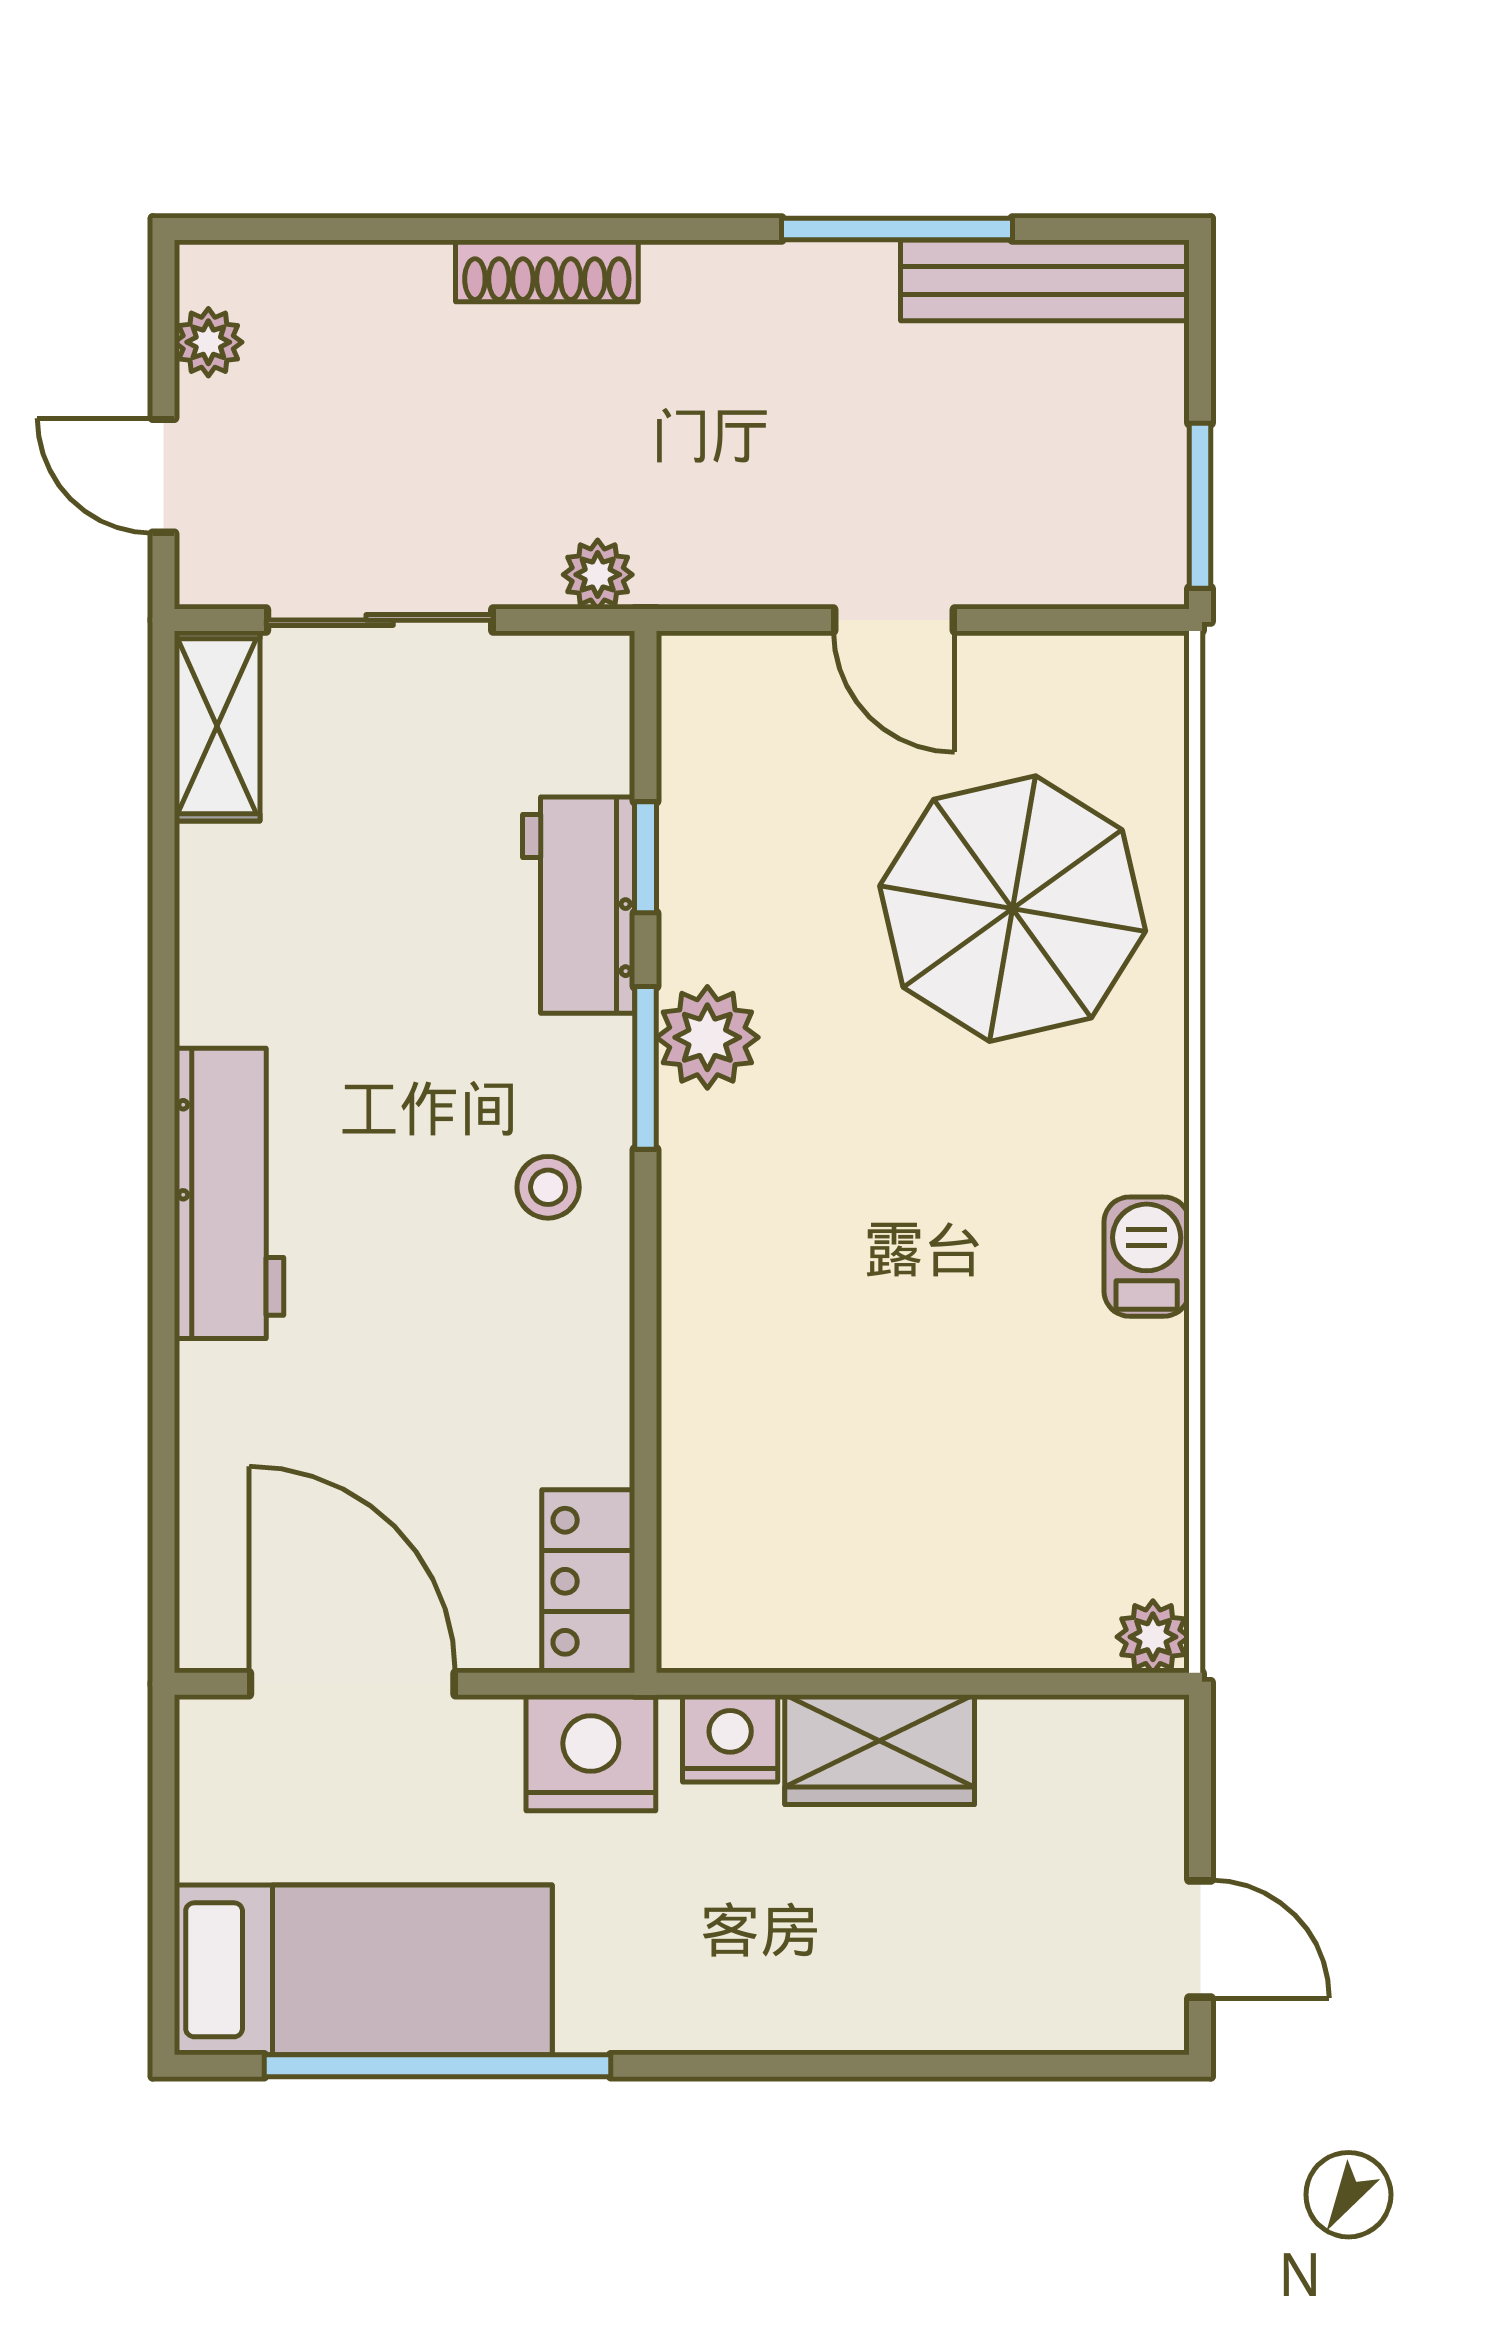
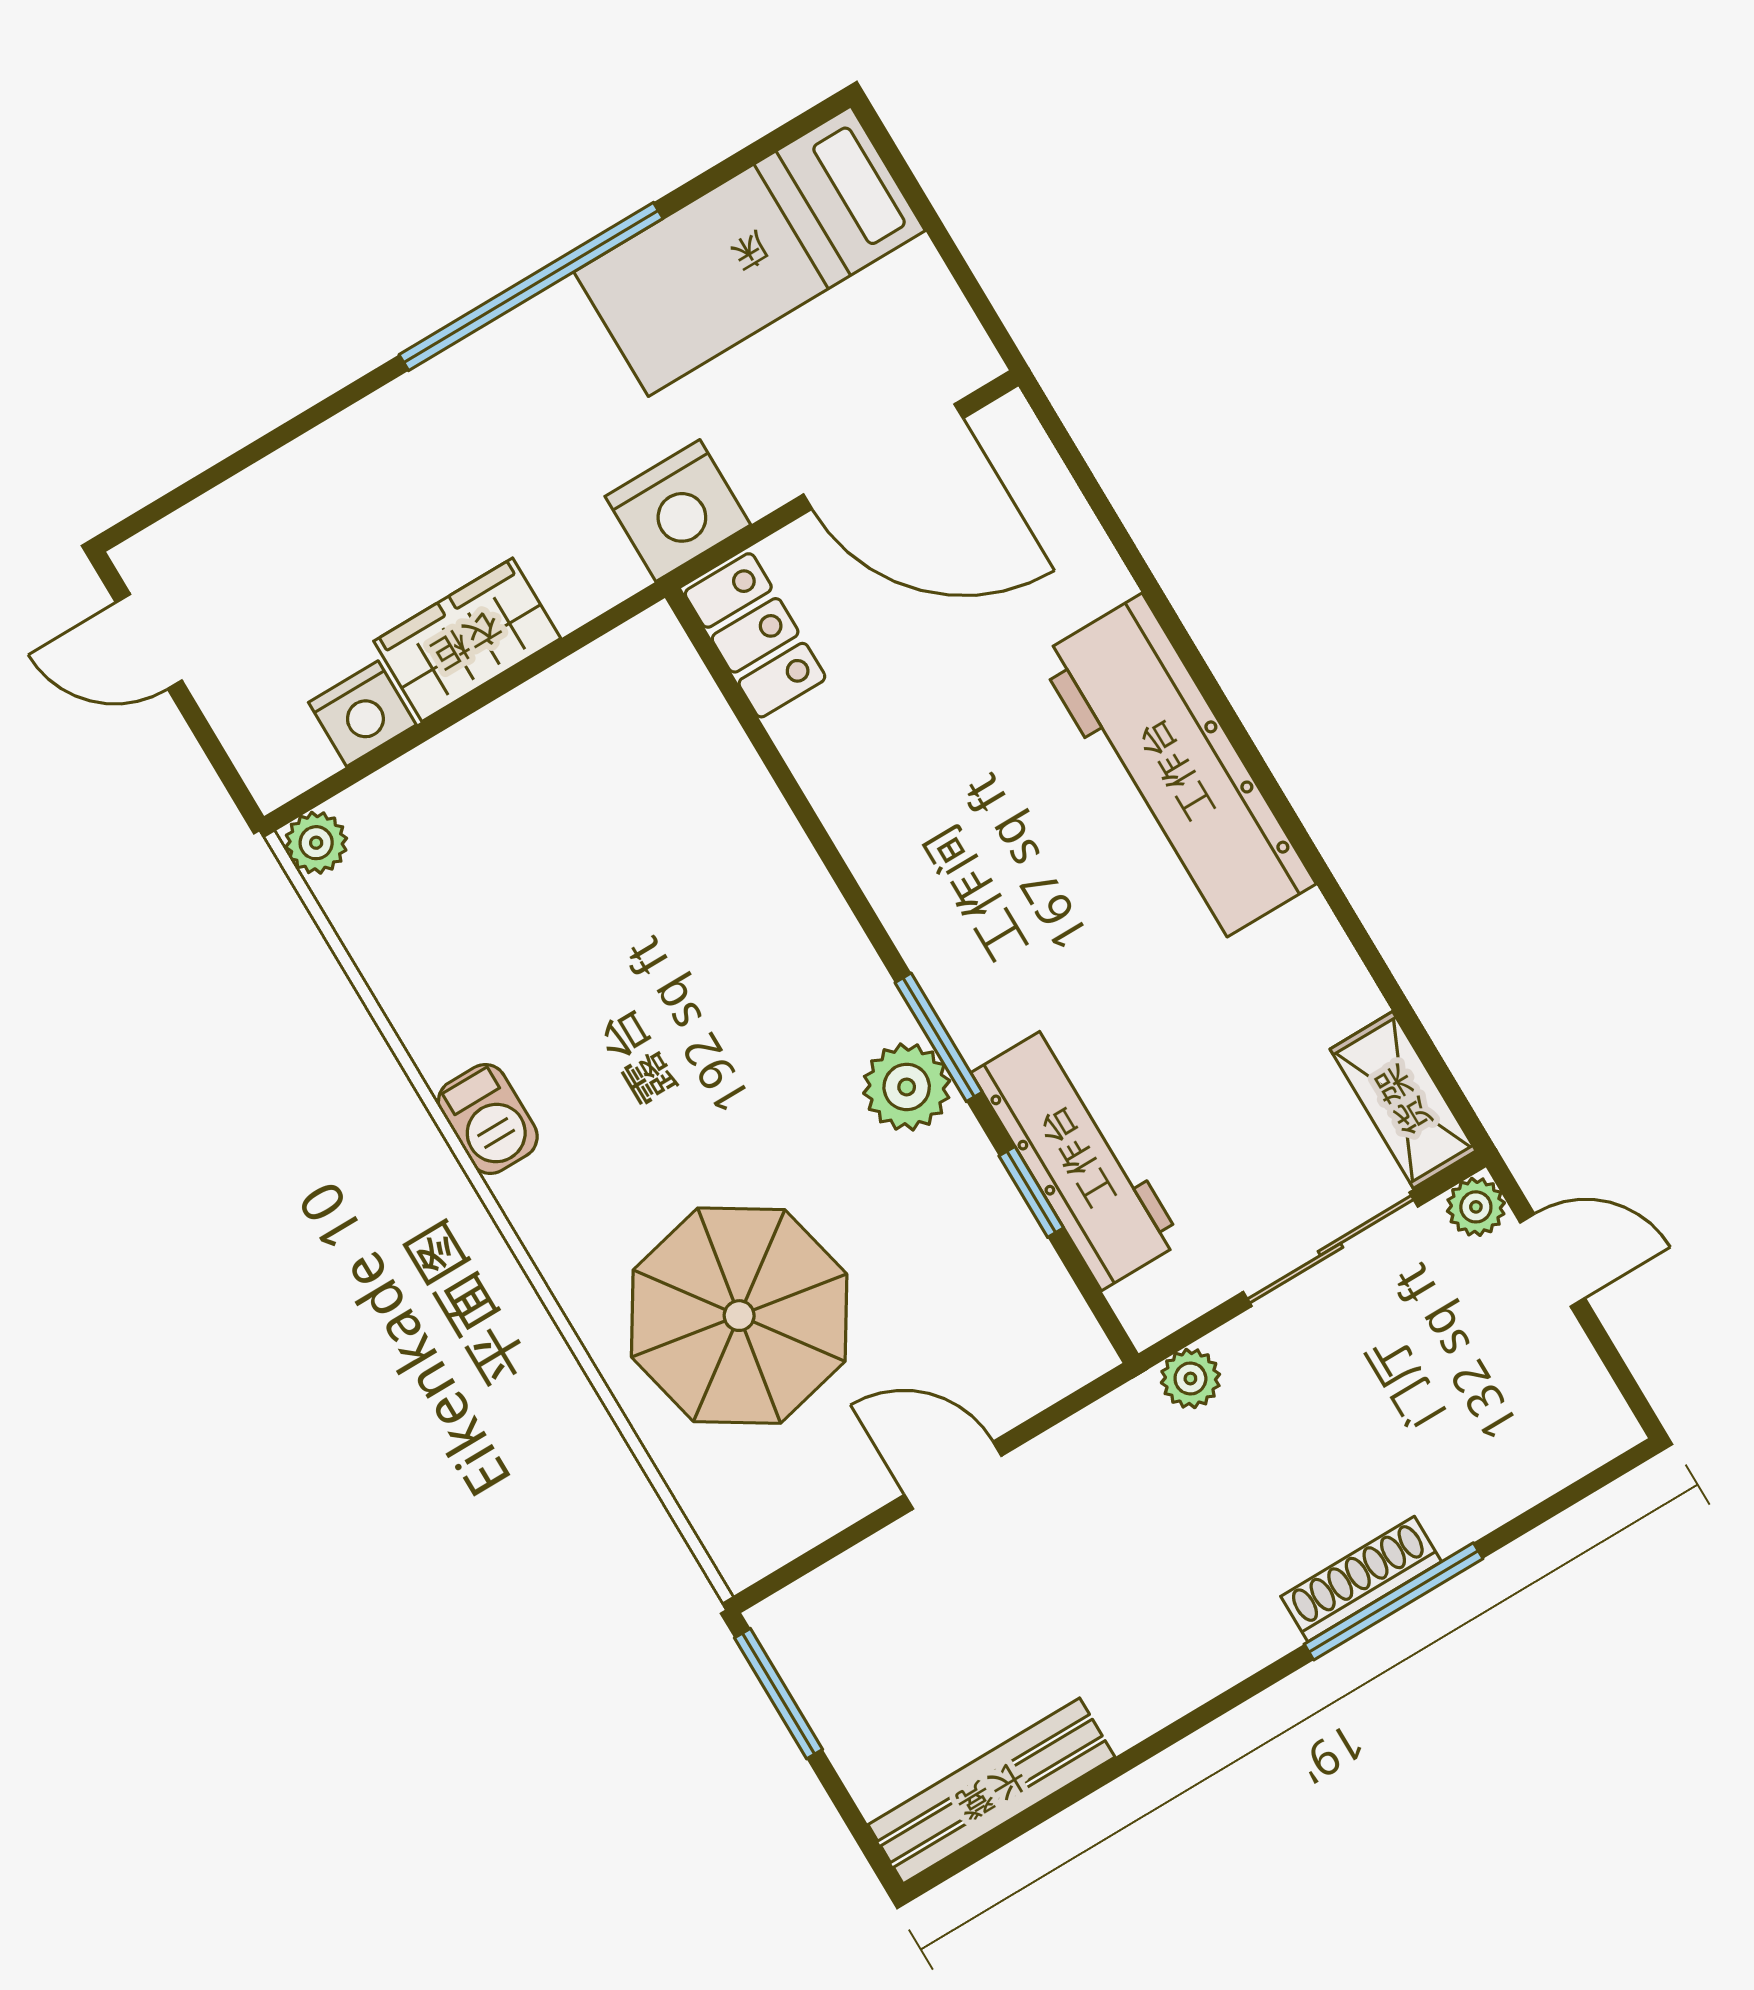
window: (897, 229) -> (1394, 1601), moved
plant: (208, 342) -> (1476, 1207), moved
workbench: (579, 905) -> (1077, 1157), width x1.38
stool: (548, 1187) -> (958, 907), removed
workbench: (229, 1193) -> (1176, 770), width x1.36, depth x1.32
nightstand: (730, 1738) -> (362, 714), moved
window: (437, 2066) -> (531, 287), moved

